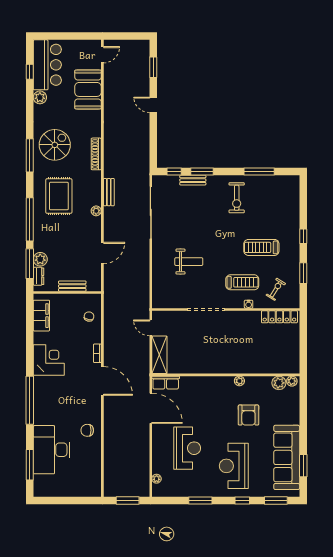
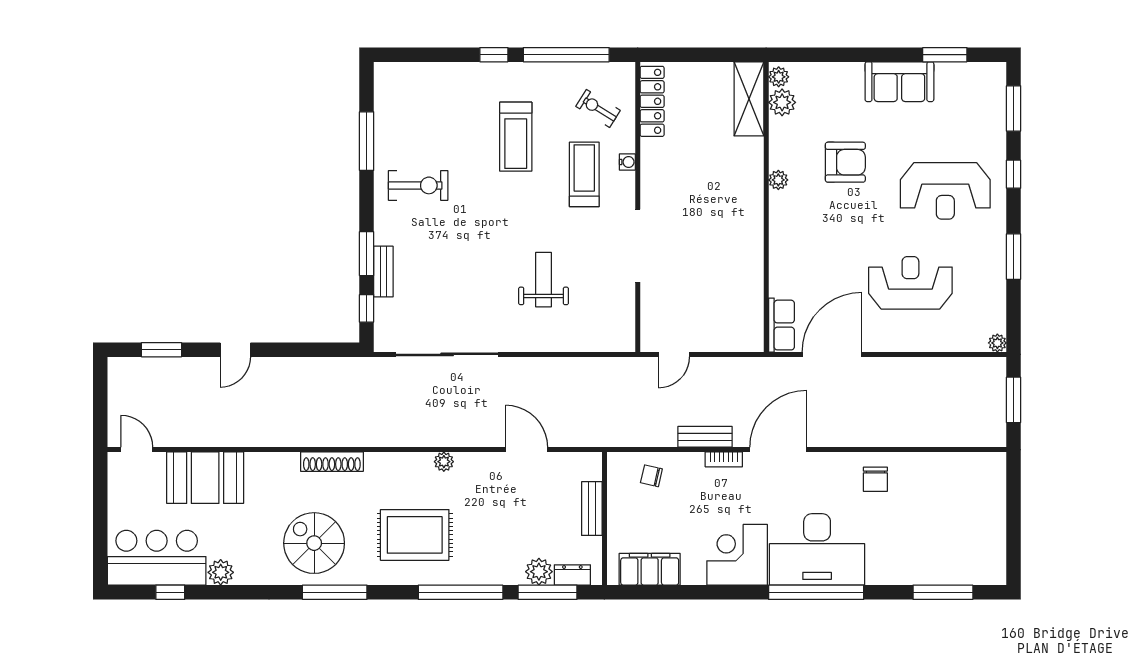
bench: (109, 192) -> (705, 437), moved
window: (303, 273) -> (566, 55), width x2.11
shelving: (159, 355) -> (749, 99), moved, turned 90
desk: (52, 450) -> (817, 549), moved
sofa: (287, 457) -> (899, 82), width x0.54, depth x0.79
plant: (157, 479) -> (997, 343), moved

